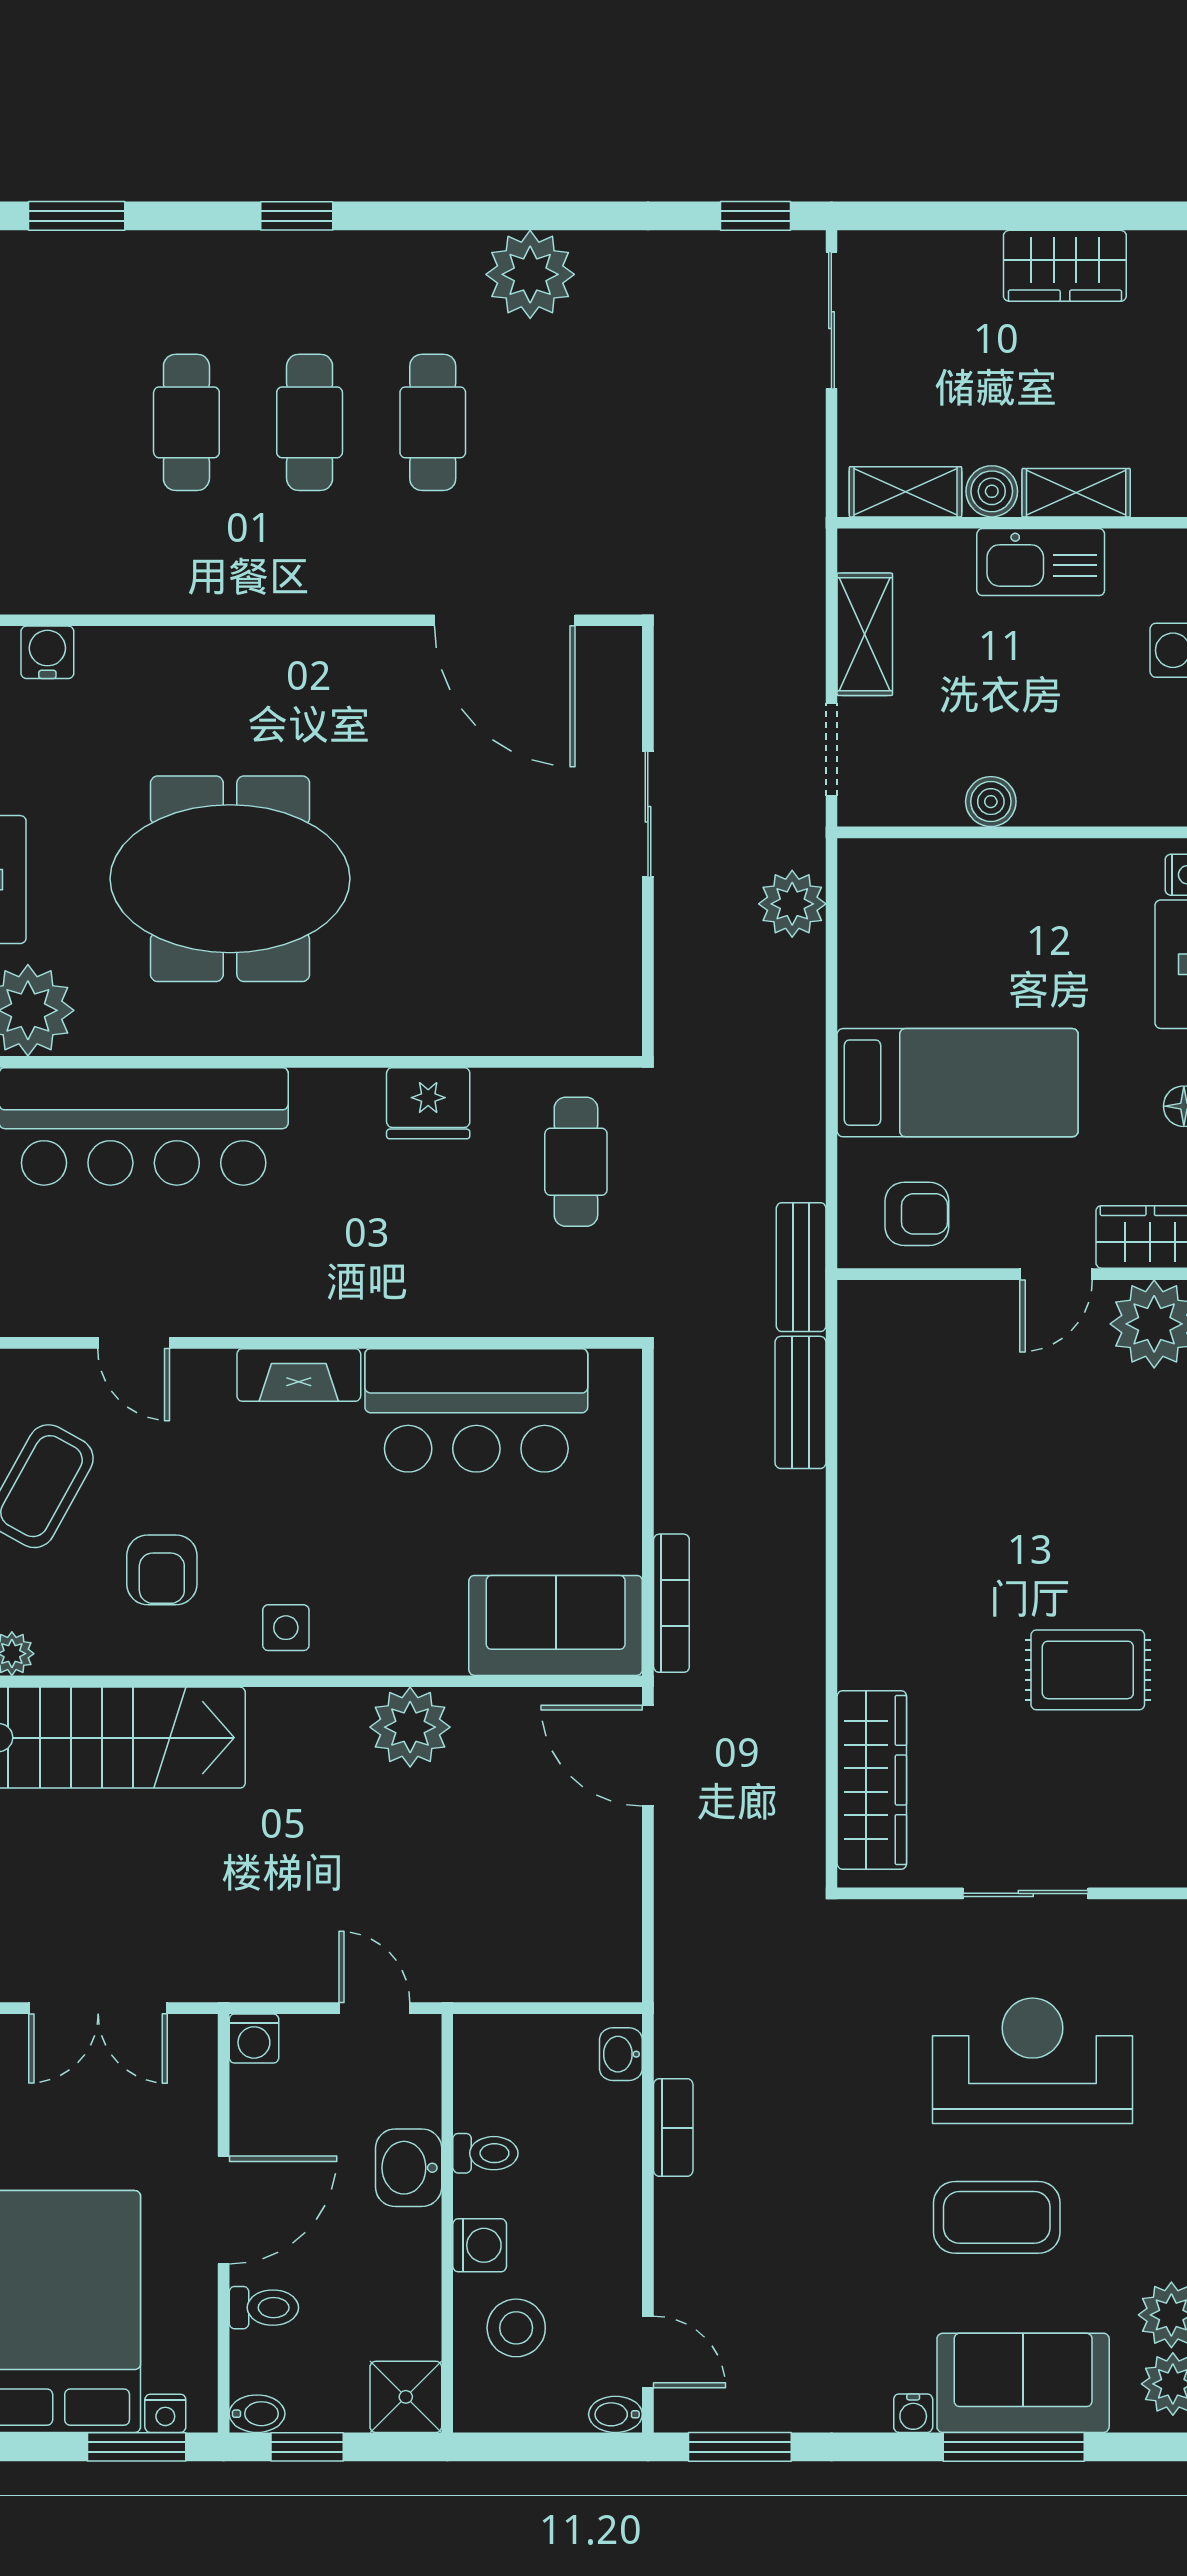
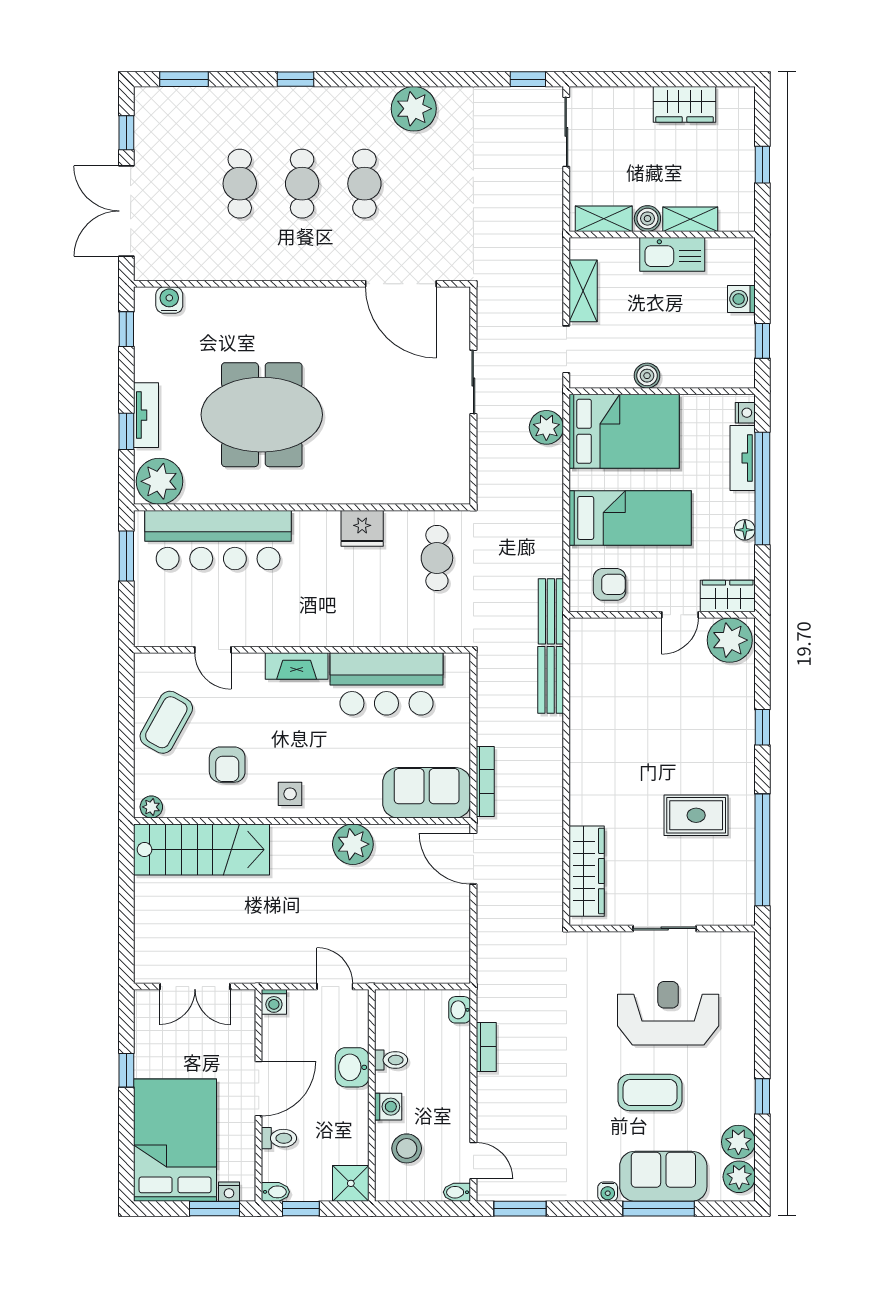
bed: (946, 911) -> (624, 431), added

